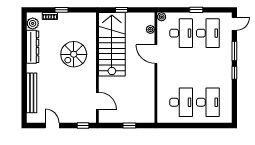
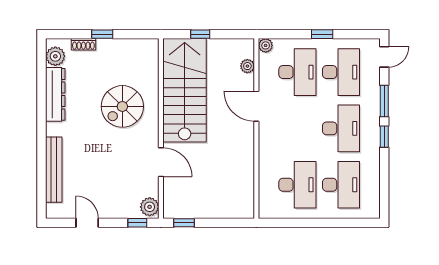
desk: (208, 68) -> (341, 128), added
door: (97, 101) -> (161, 162), moved
plant: (90, 116) -> (150, 207), added
window: (129, 126) -> (184, 223), moved

